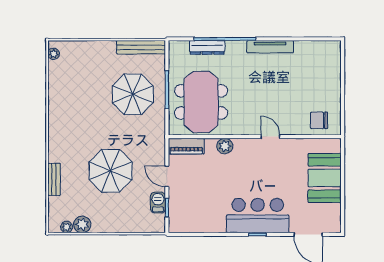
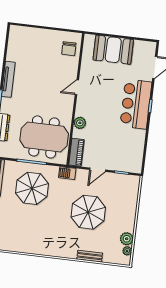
barbecue: (158, 203) -> (67, 173), moved

